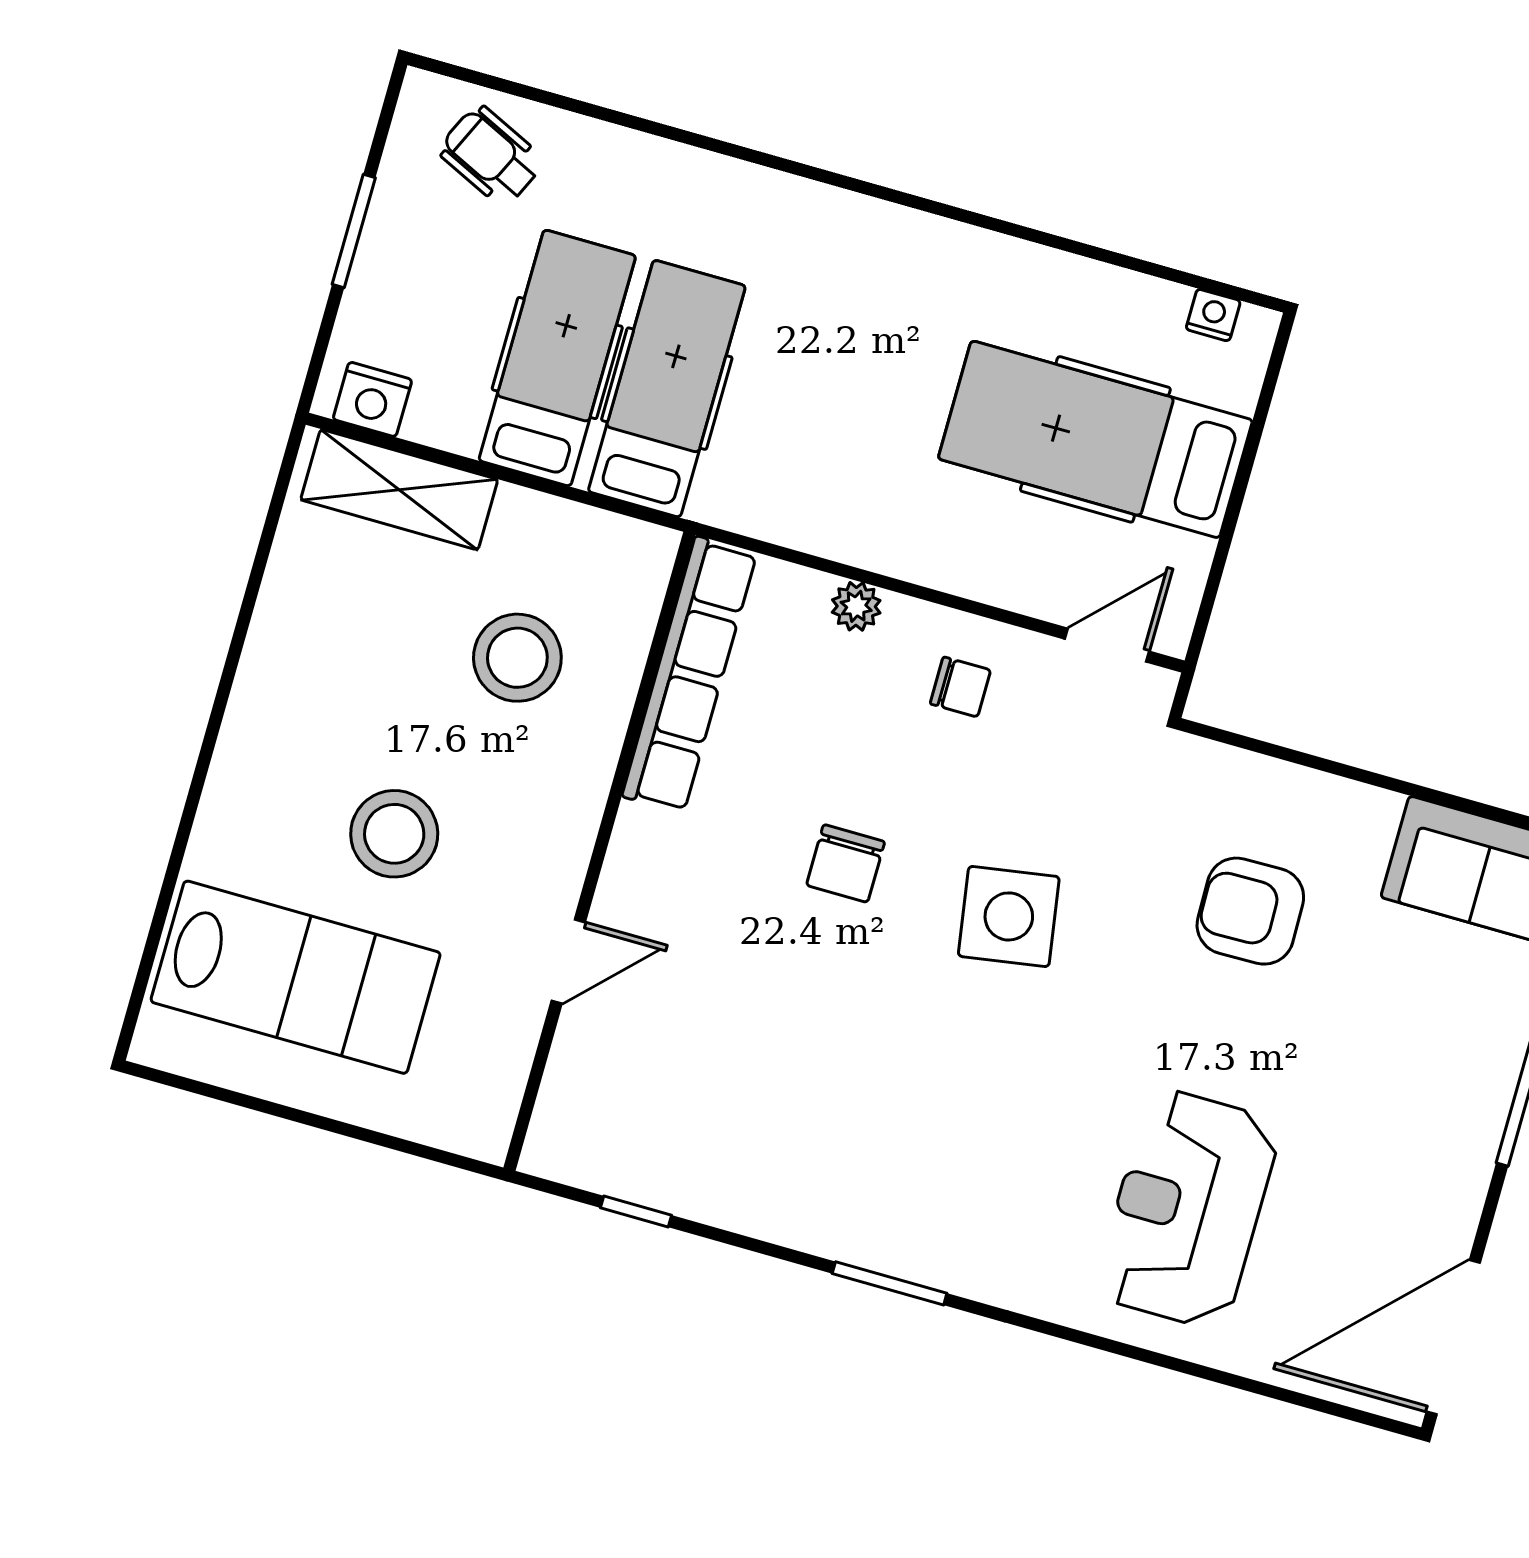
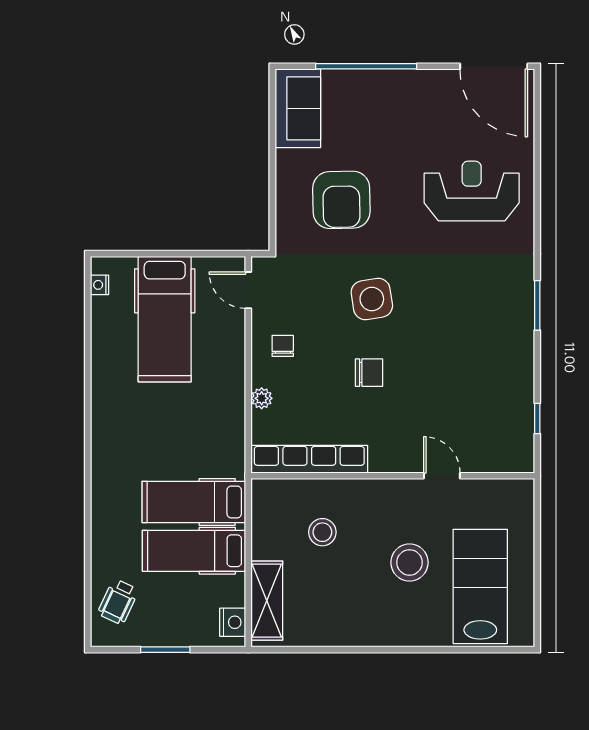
stool: (517, 658) -> (322, 532), width x0.73, depth x0.73
armchair: (1250, 911) -> (341, 200), width x1.36, depth x1.36
reception desk: (1188, 1209) -> (472, 191), turned 180

